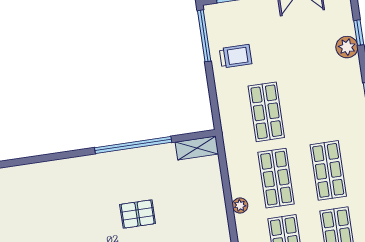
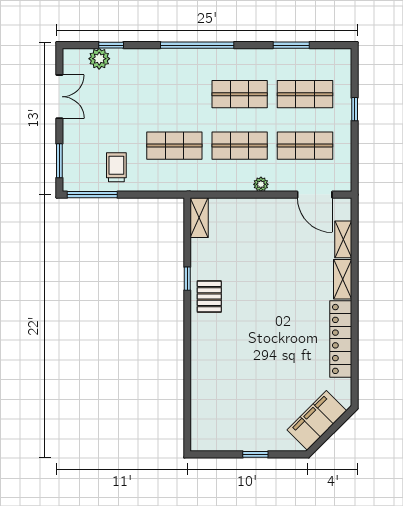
plant: (347, 47) -> (99, 59), moved
window: (133, 145) -> (187, 279), width x0.32
pallet: (138, 214) -> (209, 297), moved

